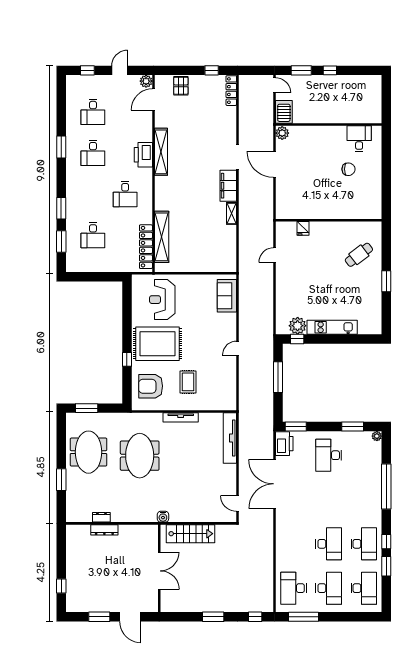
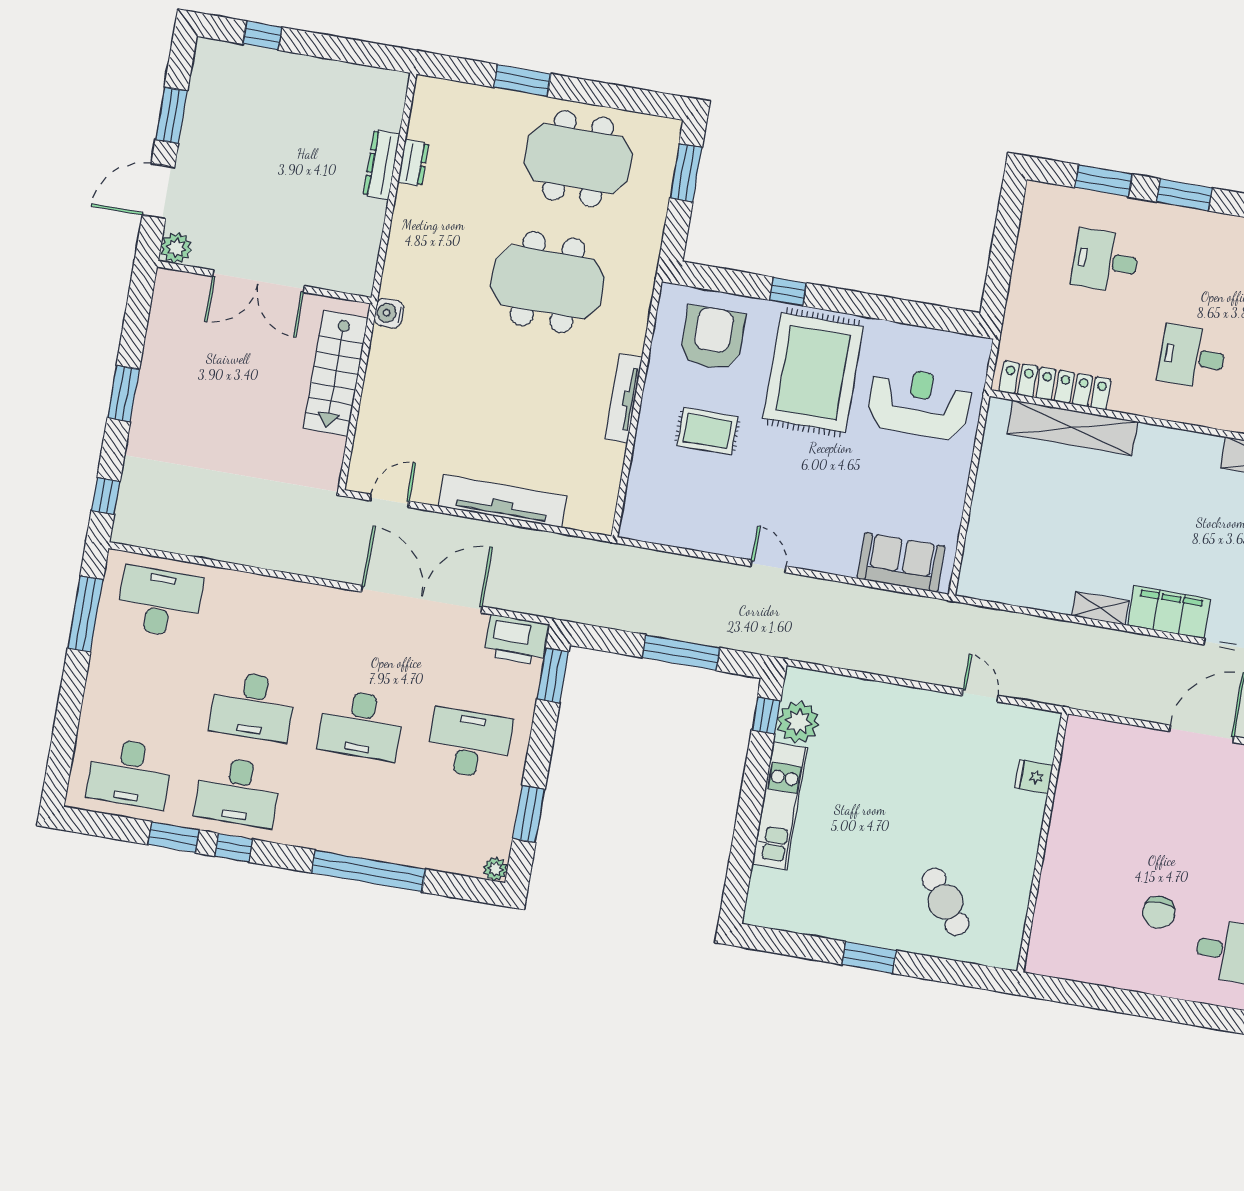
tv unit: (230, 438) -> (503, 501), moved
desk: (329, 588) -> (361, 725), moved
plant: (152, 606) -> (176, 248), added

